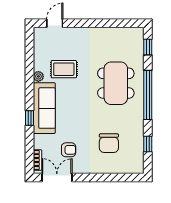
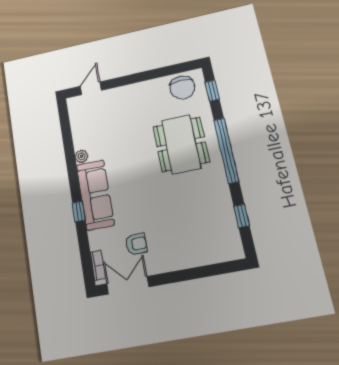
rug: (64, 69) -> (111, 141), removed
chair: (109, 143) -> (182, 87), moved

